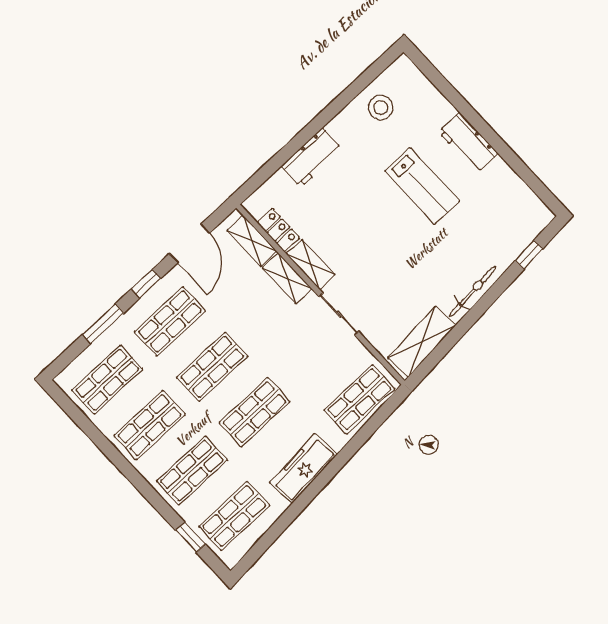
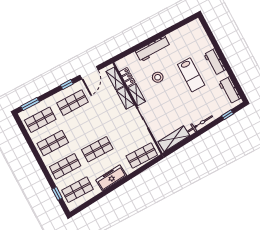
stool: (381, 108) -> (158, 77), moved
workbench: (312, 158) -> (153, 49), width x1.37
workbench: (519, 198) -> (230, 90), added
window: (103, 324) -> (30, 104), moved
shop shelf: (212, 367) -> (85, 126), removed

